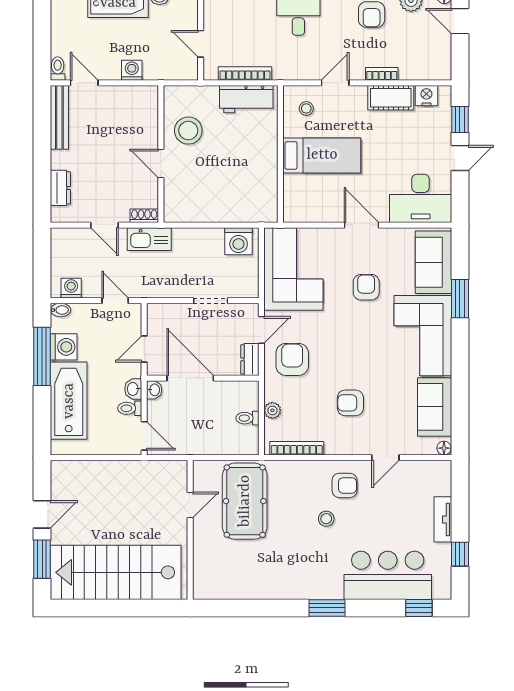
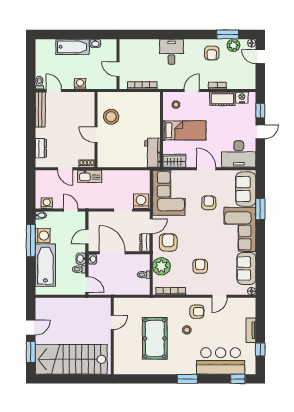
workbench: (246, 99) -> (153, 153), moved, turned 90
wardrobe: (303, 211) -> (174, 161), added
washing machine: (239, 241) -> (141, 201), moved, turned 180
armchair: (350, 403) -> (200, 266), turned 90
plant: (272, 410) -> (161, 266), width x1.87, depth x1.87
pool table: (245, 501) -> (155, 338), moved

